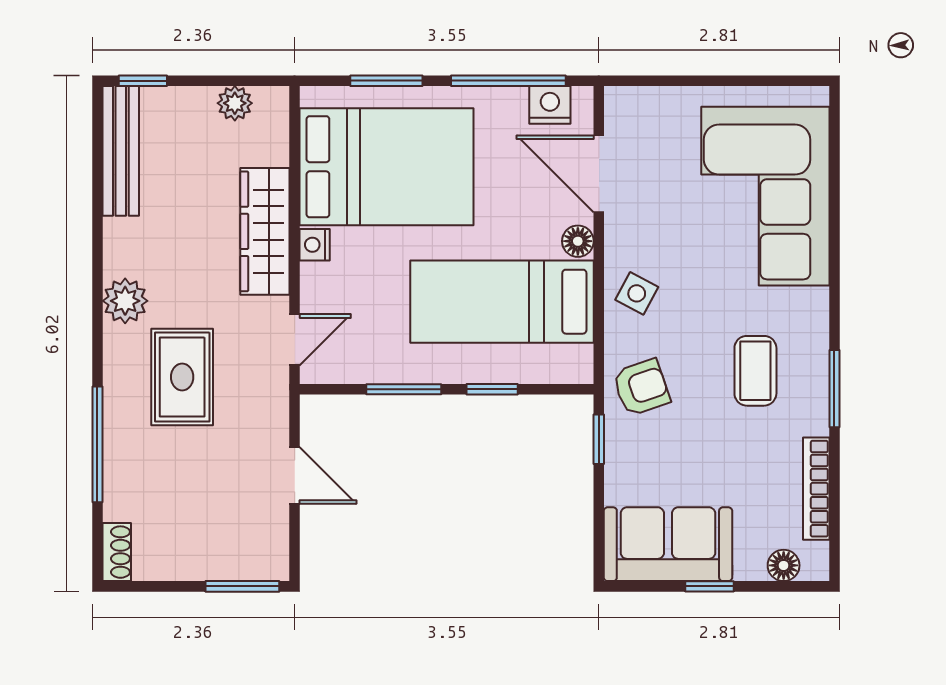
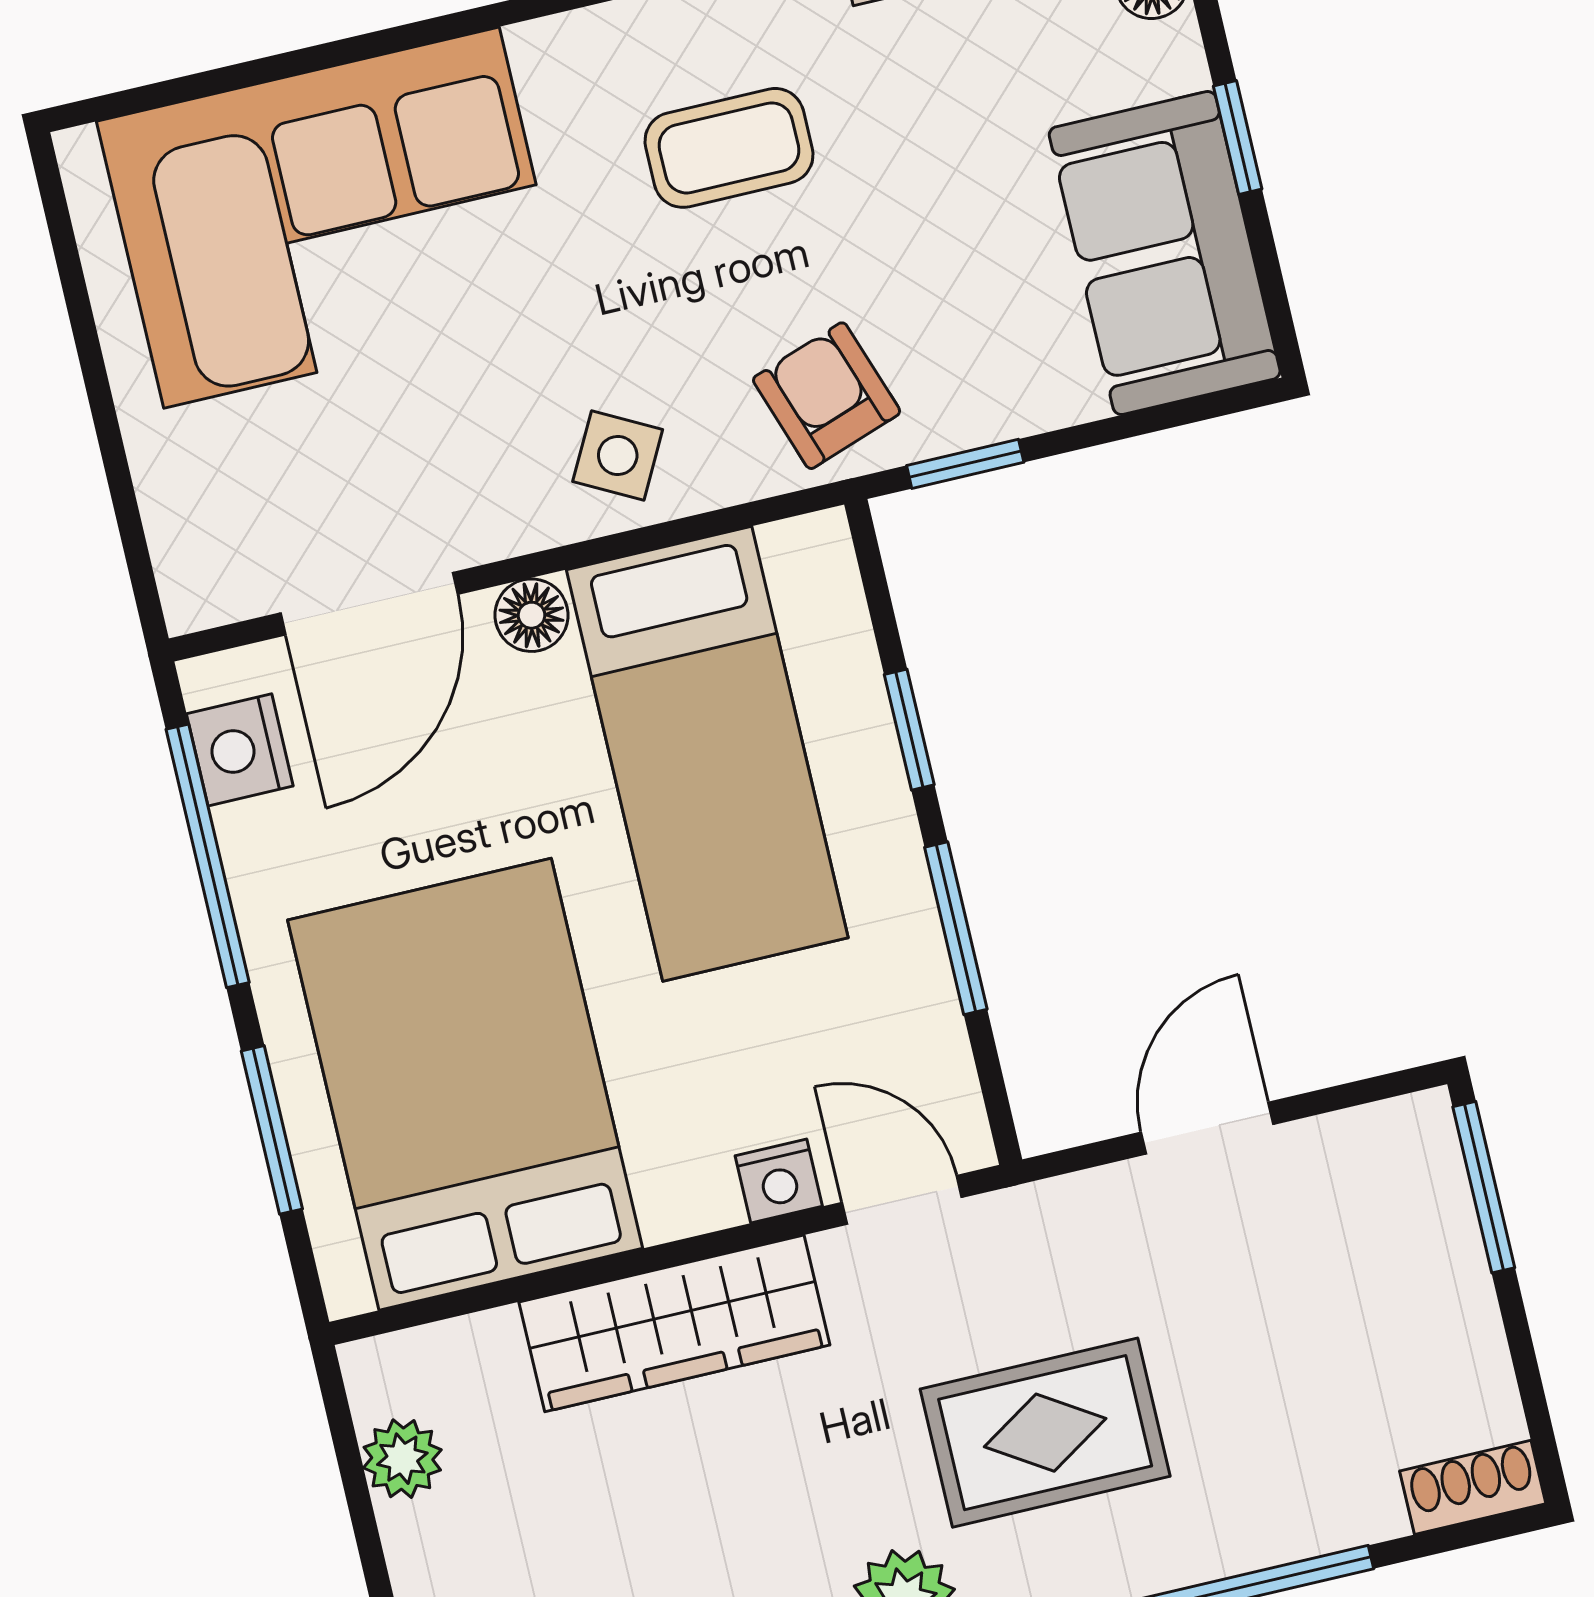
nightstand: (315, 245) -> (779, 1181), moved

